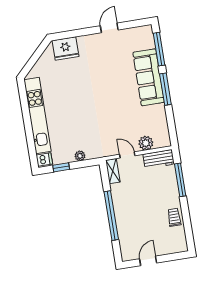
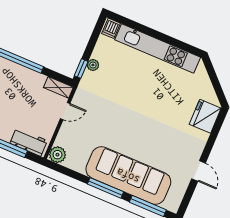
sofa: (149, 77) -> (128, 176), width x1.36, depth x1.27
plant: (146, 143) -> (57, 155), moved
workbench: (159, 159) -> (29, 142), moved, turned 90
window: (61, 167) -> (81, 69), moved

